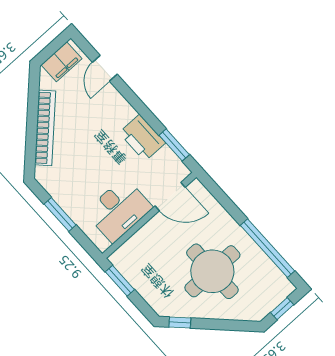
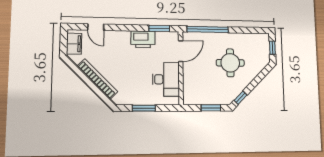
window: (267, 248) -> (208, 29), moved
round table: (212, 271) -> (230, 63), width x0.73, depth x0.73
window: (120, 281) -> (211, 108), moved

